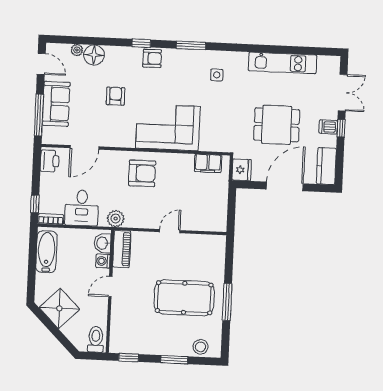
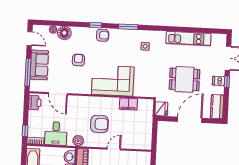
door: (85, 147) -> (58, 94), hinge flipped
filing cabinet: (208, 163) -> (128, 104), moved
armchair: (142, 173) -> (99, 124), moved

